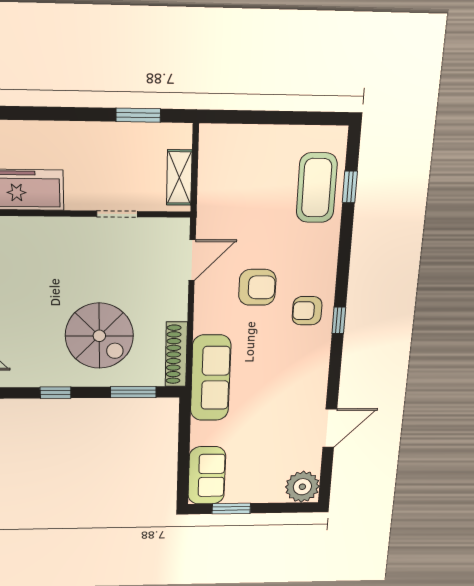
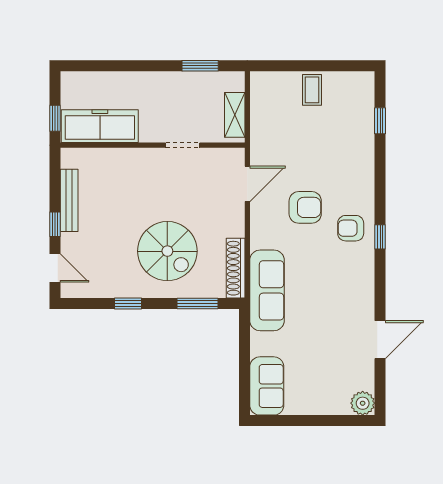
coffee table: (317, 188) -> (312, 90), moved, width x0.54, depth x0.58
plant: (302, 487) -> (363, 403), width x0.73, depth x0.73
window: (231, 509) -> (291, 421), removed

